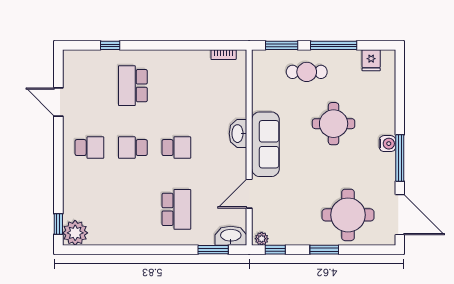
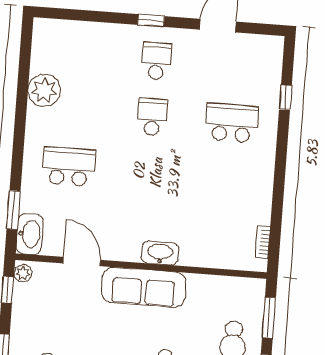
school desk: (89, 148) -> (156, 61), turned 180
school desk: (176, 148) -> (148, 173), removed
school desk: (176, 209) -> (69, 167), turned 180
window: (58, 224) -> (151, 21), moved
plant: (75, 233) -> (44, 90), moved

